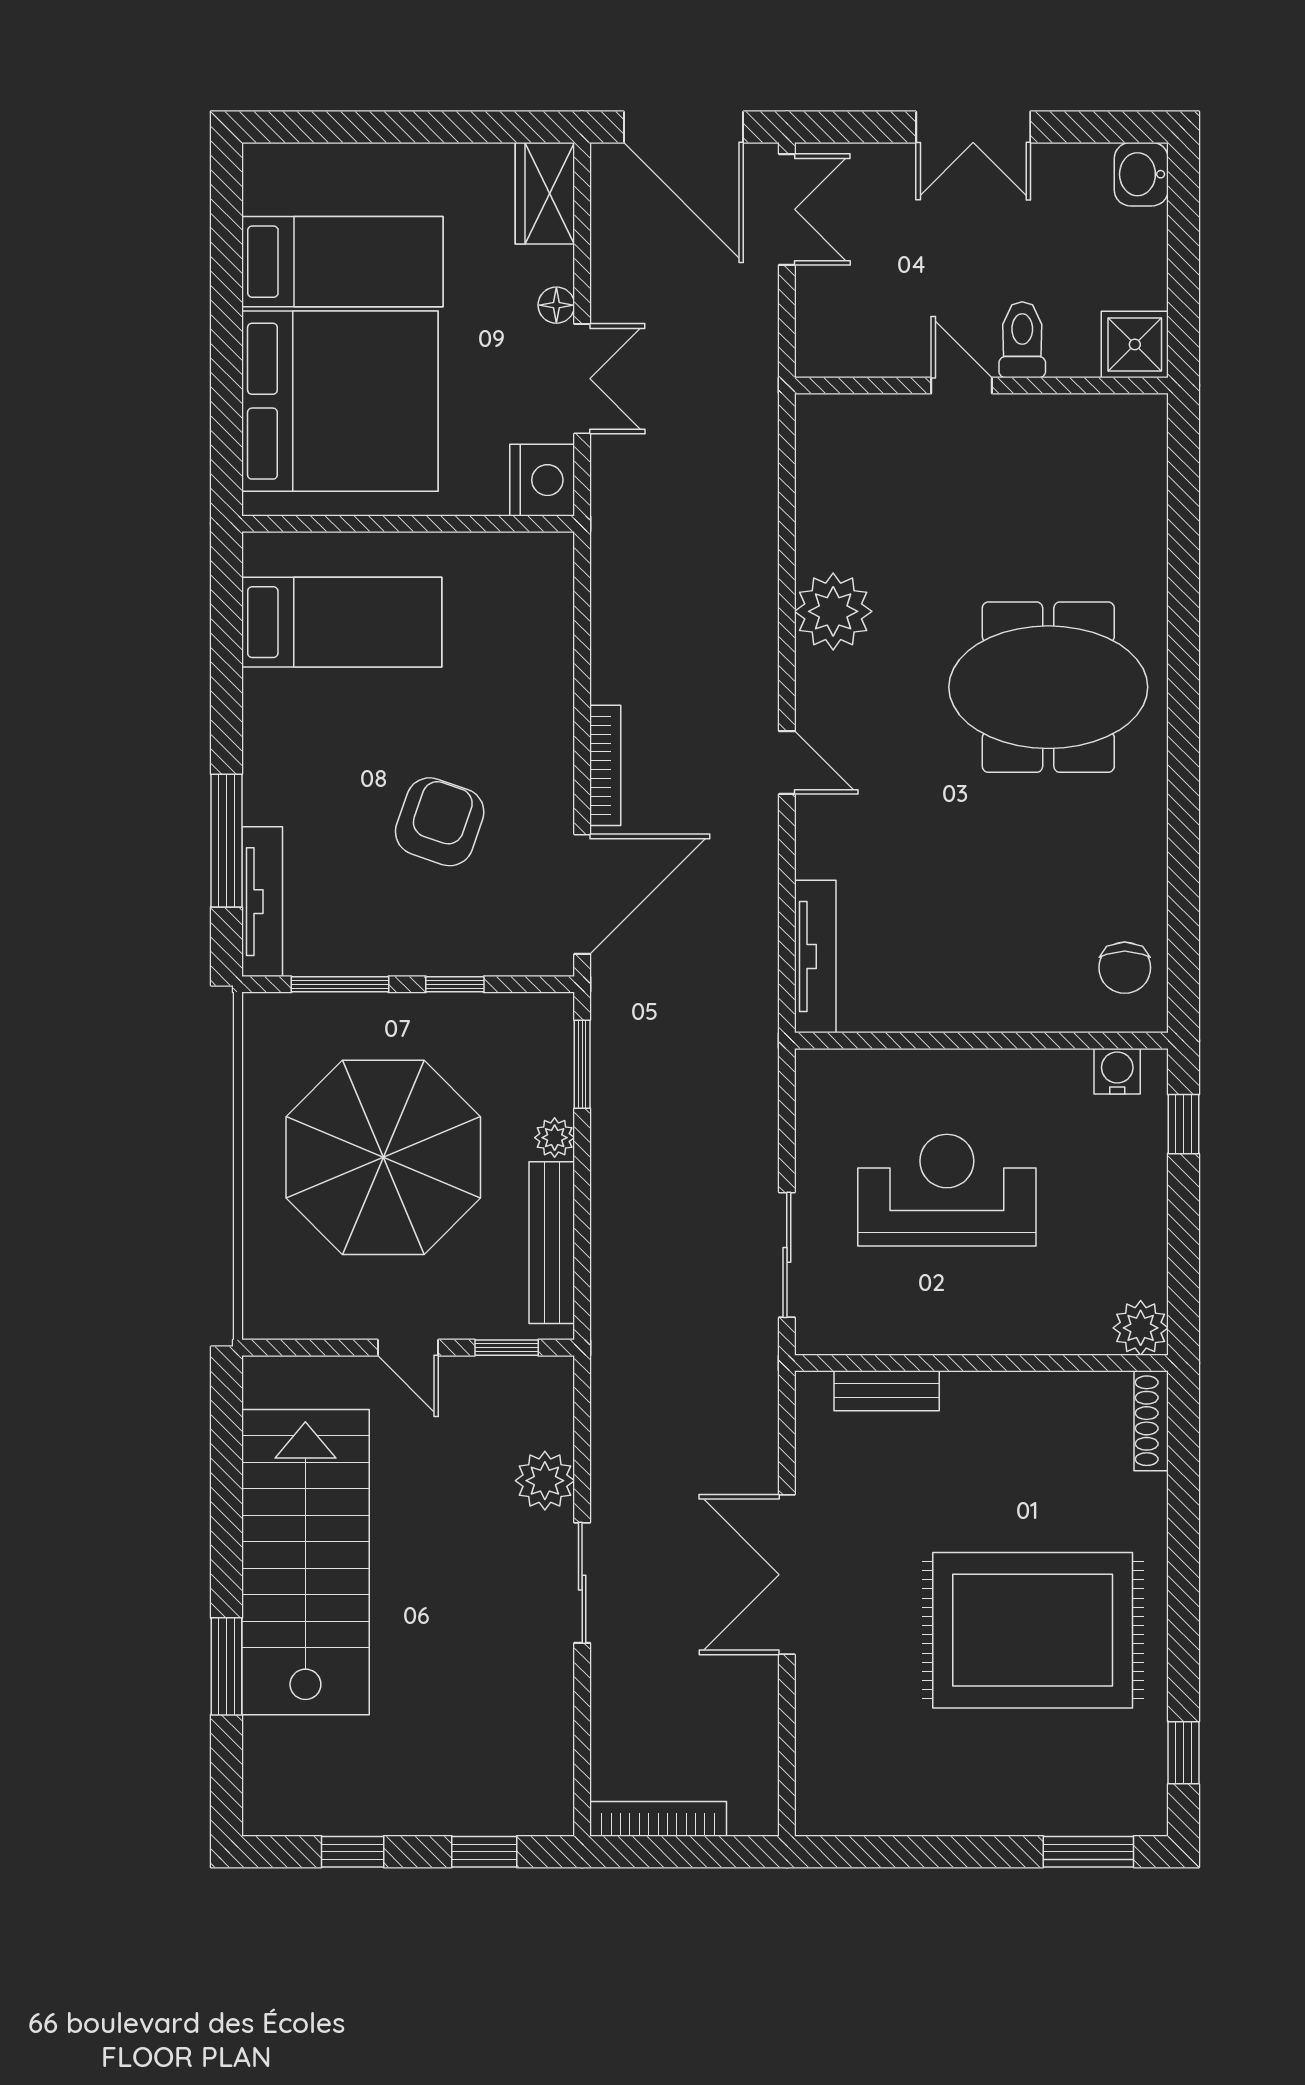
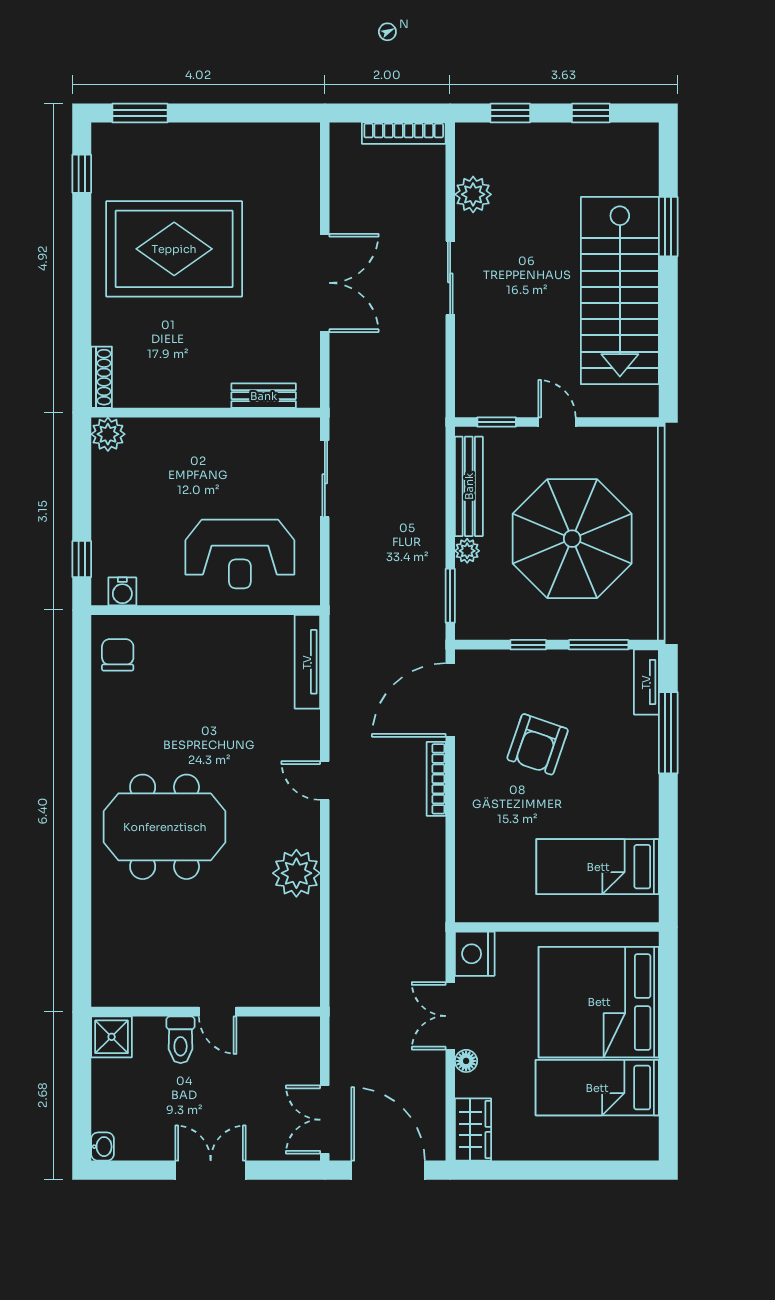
washbasin: (1141, 174) -> (102, 1147), width x0.72, depth x0.69
tv unit: (262, 902) -> (646, 682), width x0.71
reception desk: (947, 1190) -> (240, 554), moved
plant: (545, 1481) -> (473, 194), moved

